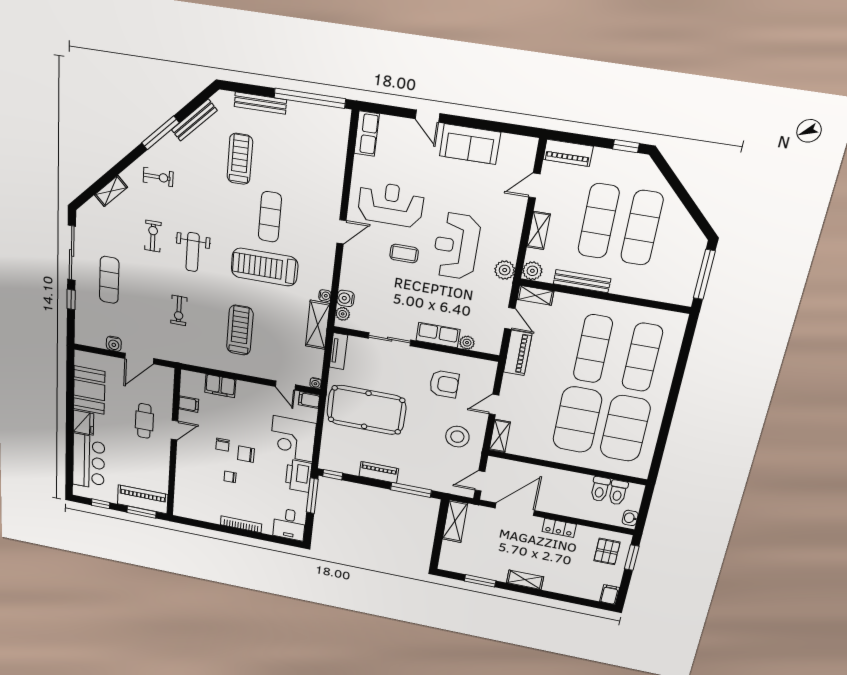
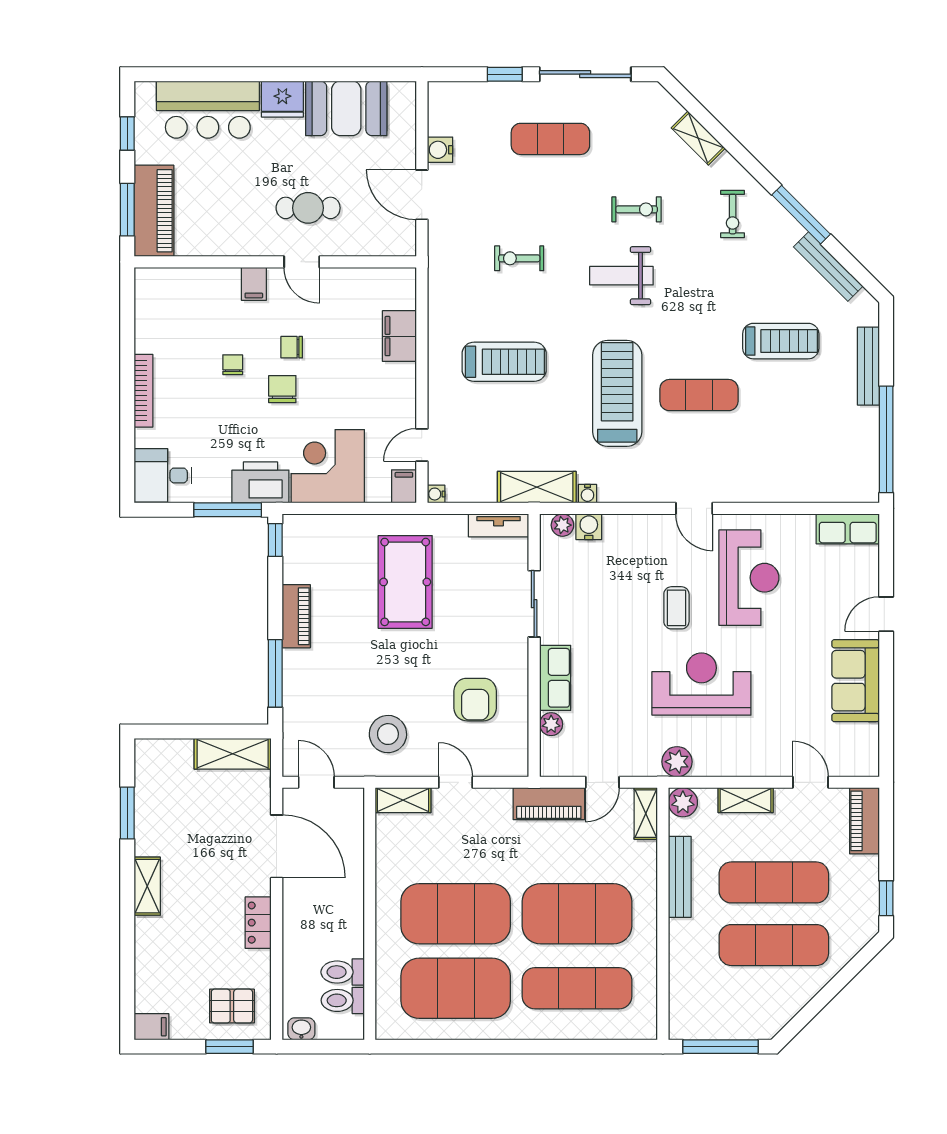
exercise mat: (593, 349) -> (577, 914), width x1.47
filing cabinet: (189, 404) -> (254, 284), moved
pool table: (366, 410) -> (405, 582), width x0.73, depth x0.76

